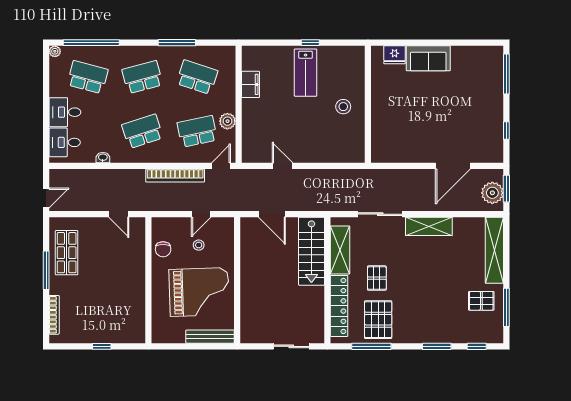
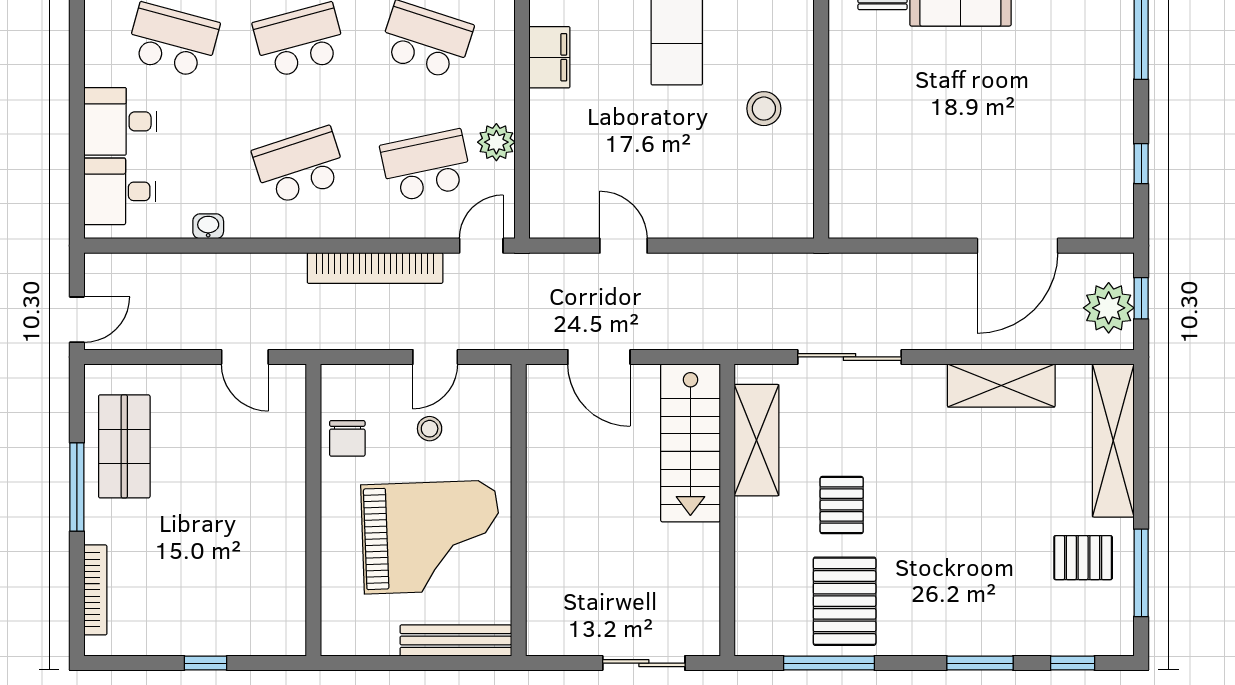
window: (506, 189) -> (1141, 298), width x0.67
shelving: (429, 226) -> (1001, 385), moved
locker: (339, 306) -> (754, 570), removed

